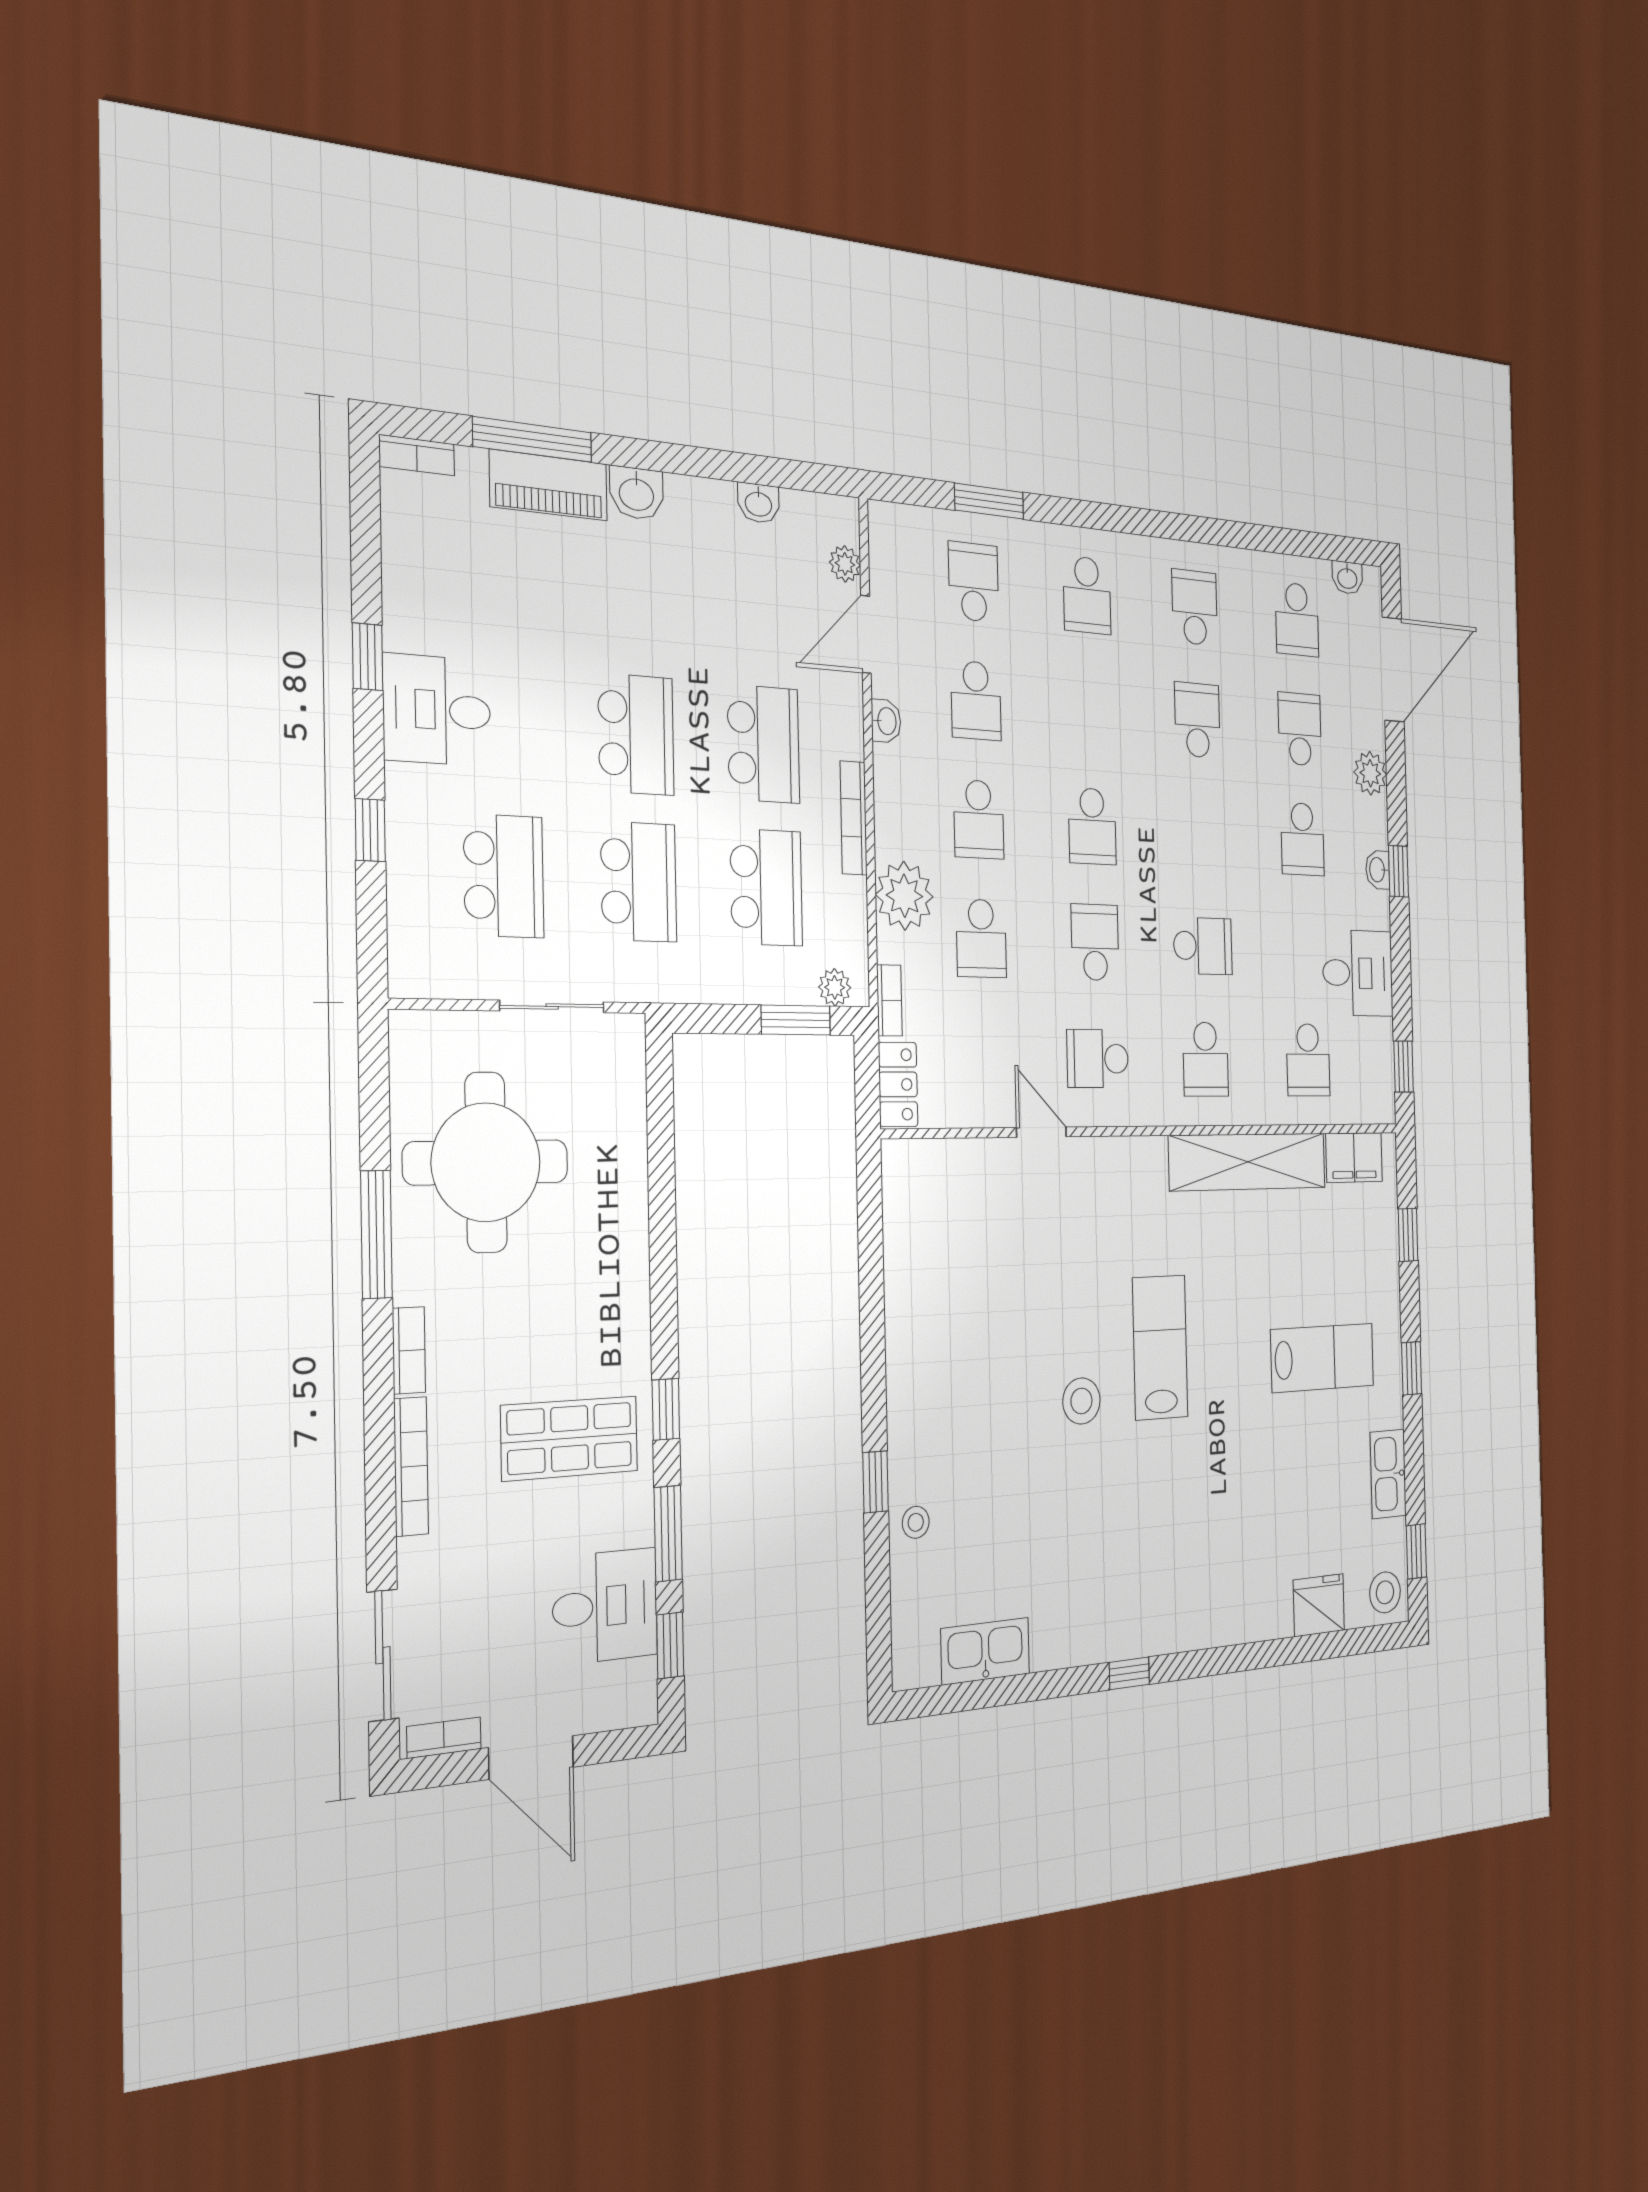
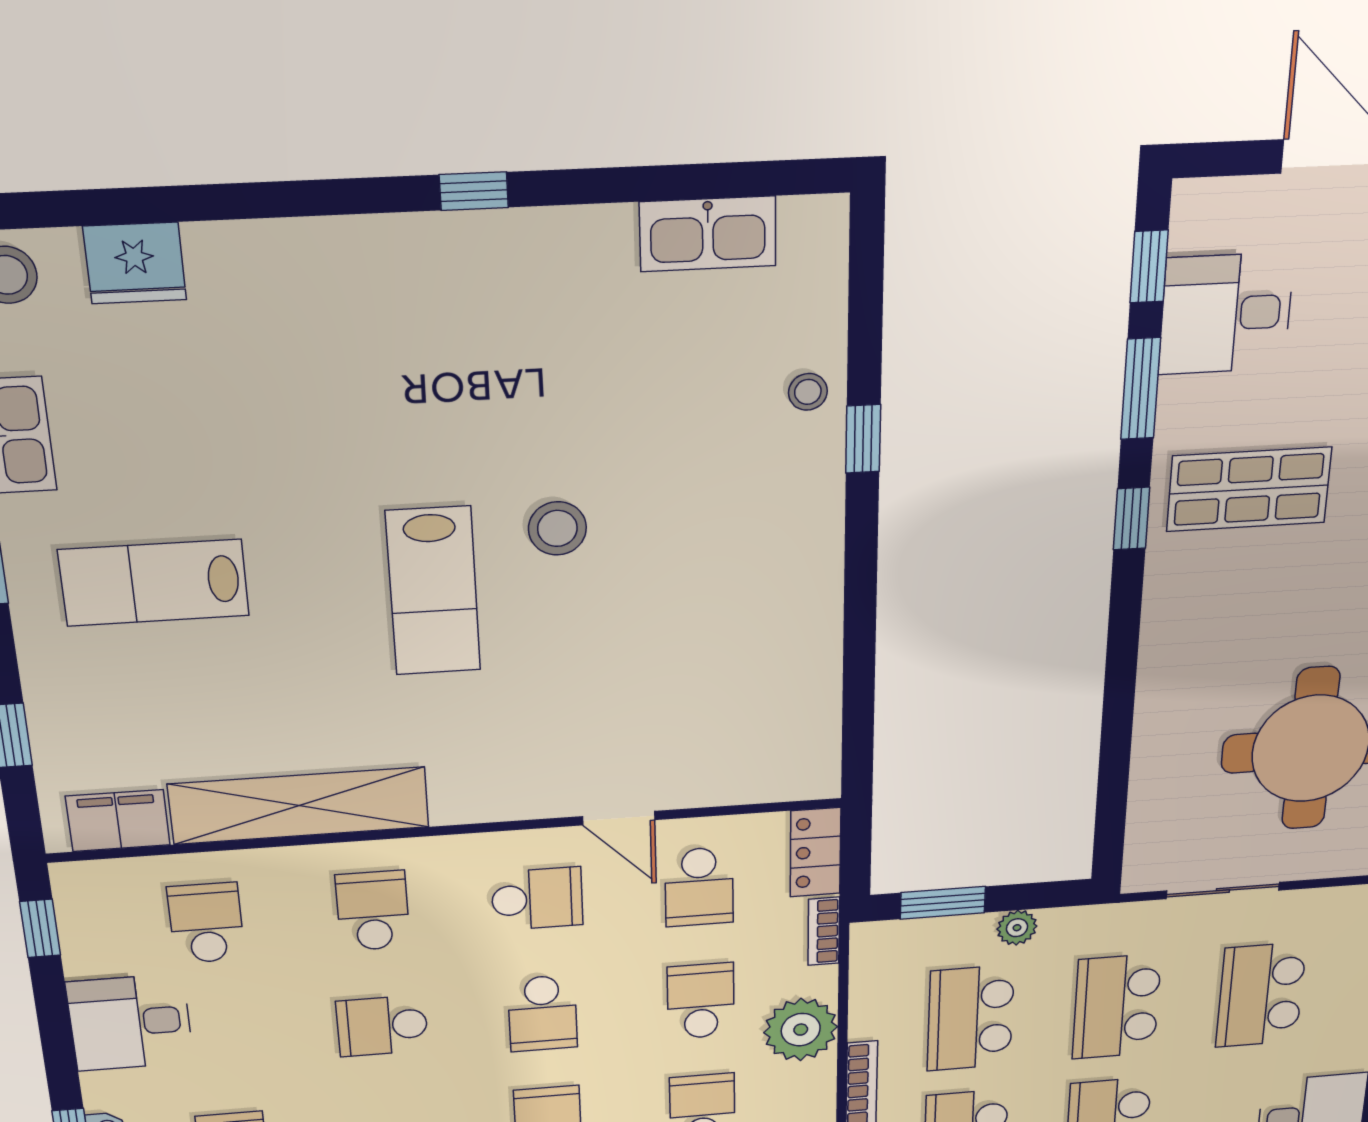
plant: (835, 987) -> (1017, 928), moved
school desk: (984, 1058) -> (699, 887), added

